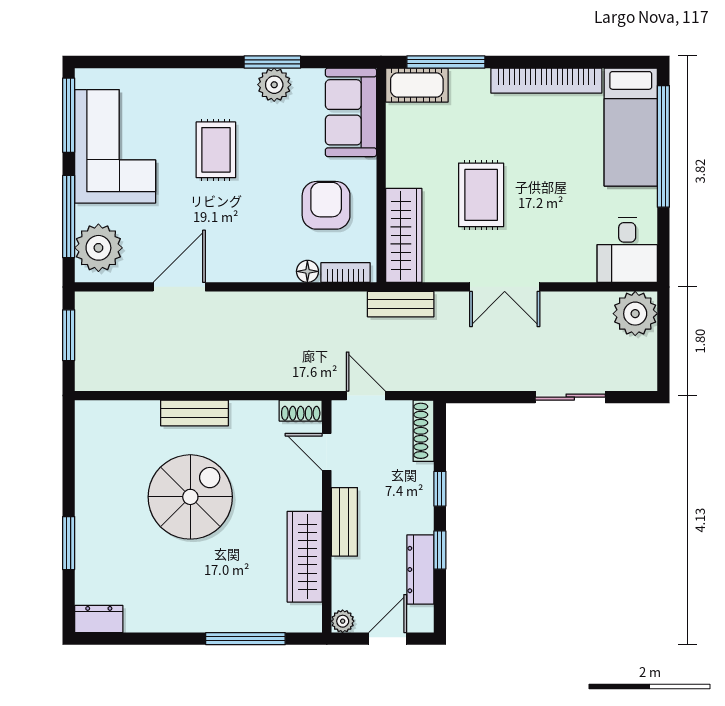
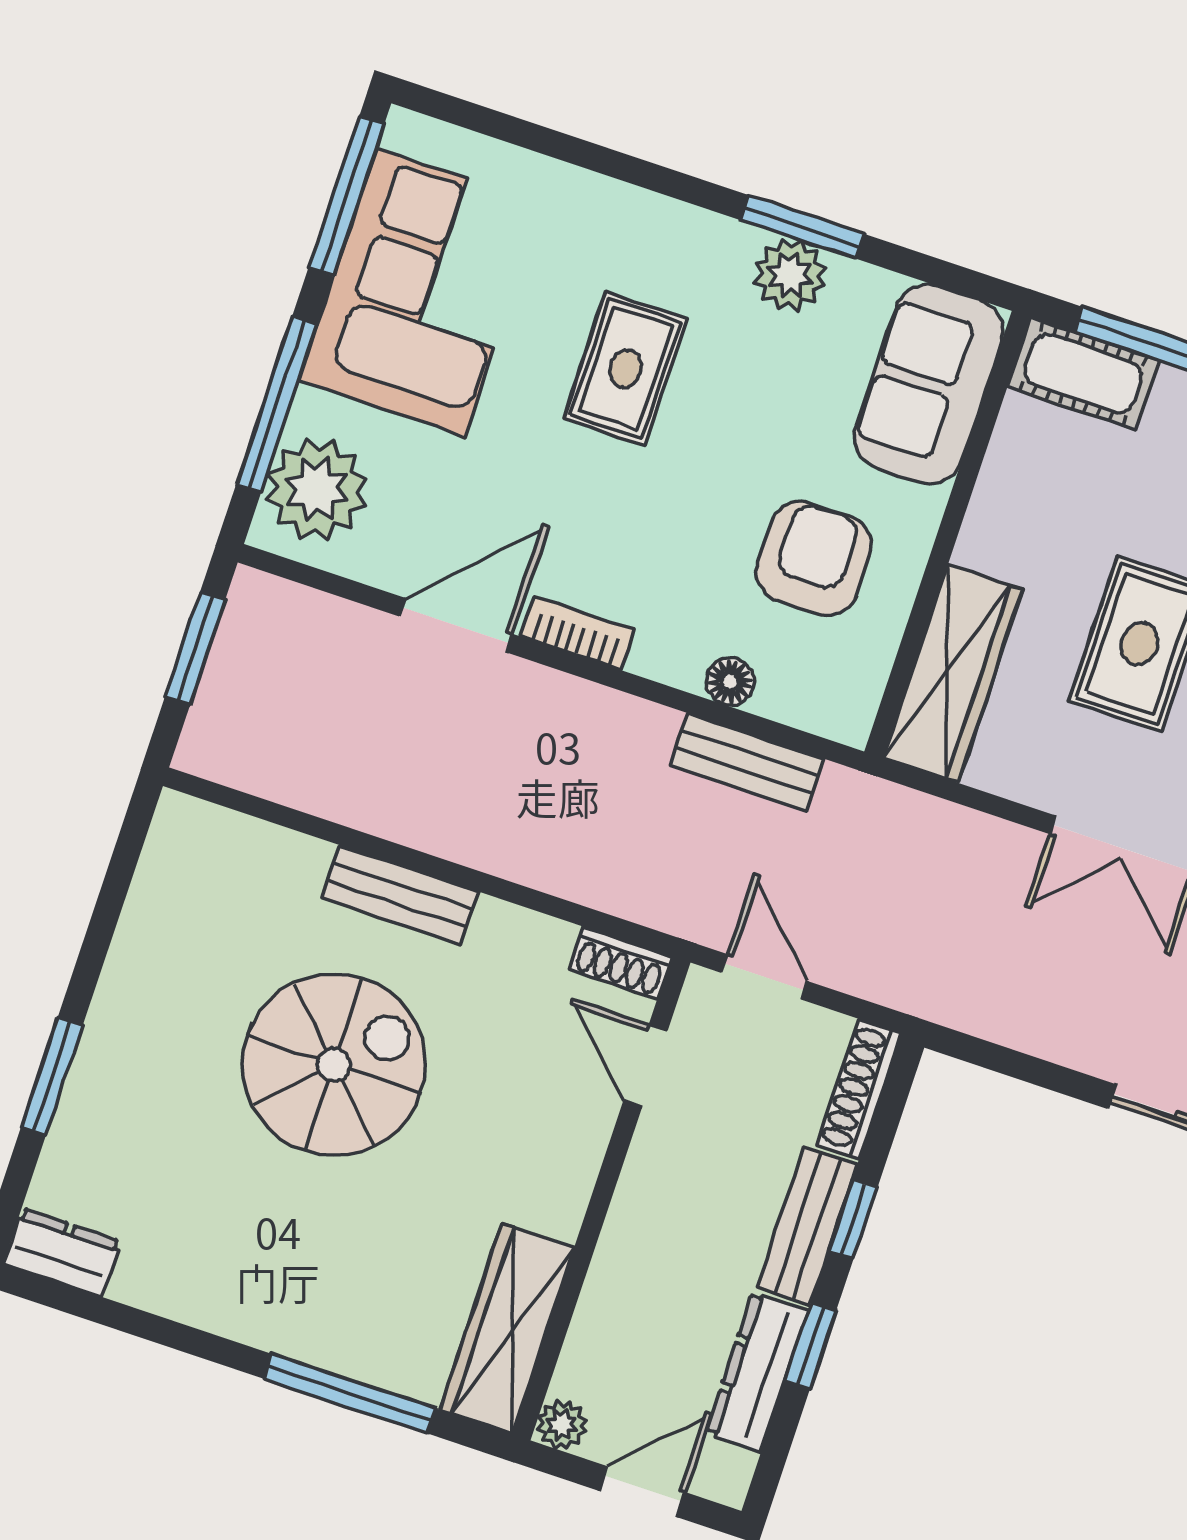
bookcase: (346, 273) -> (577, 633), moved
bench: (401, 304) -> (747, 762), moved
bench: (344, 522) -> (807, 1226), moved
wardrobe: (305, 557) -> (507, 1329), moved

